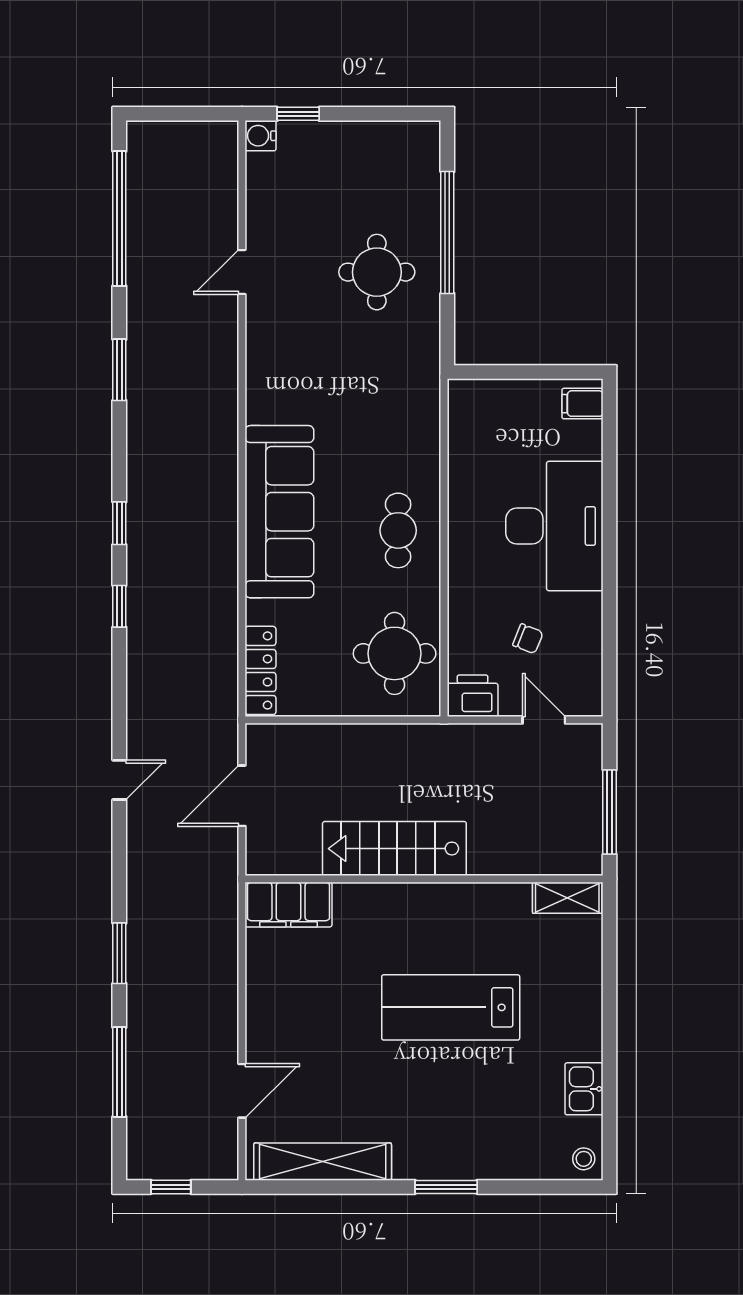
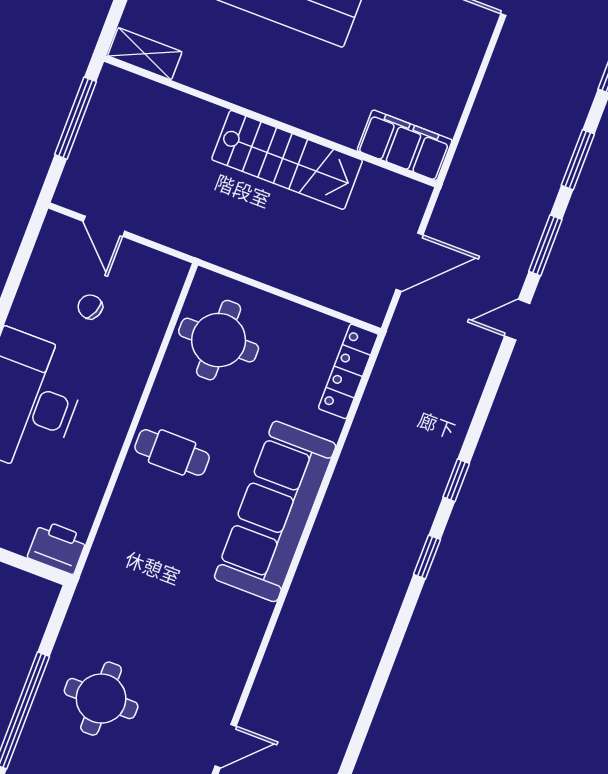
window: (119, 370) -> (545, 245), moved
cafe table: (398, 530) -> (172, 452), turned 90
printer: (473, 696) -> (57, 547), moved, turned 180

